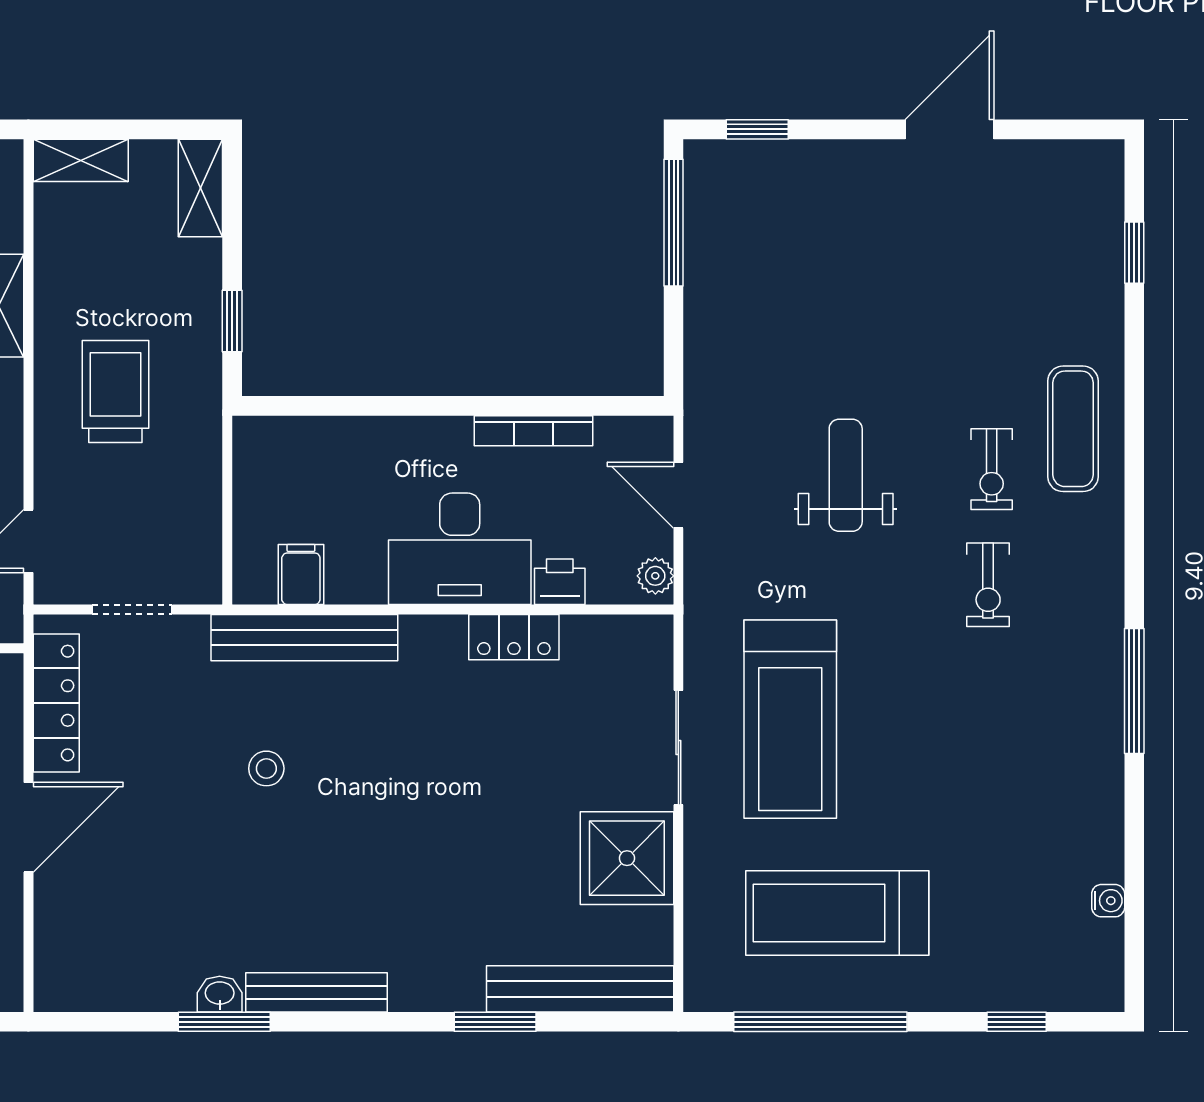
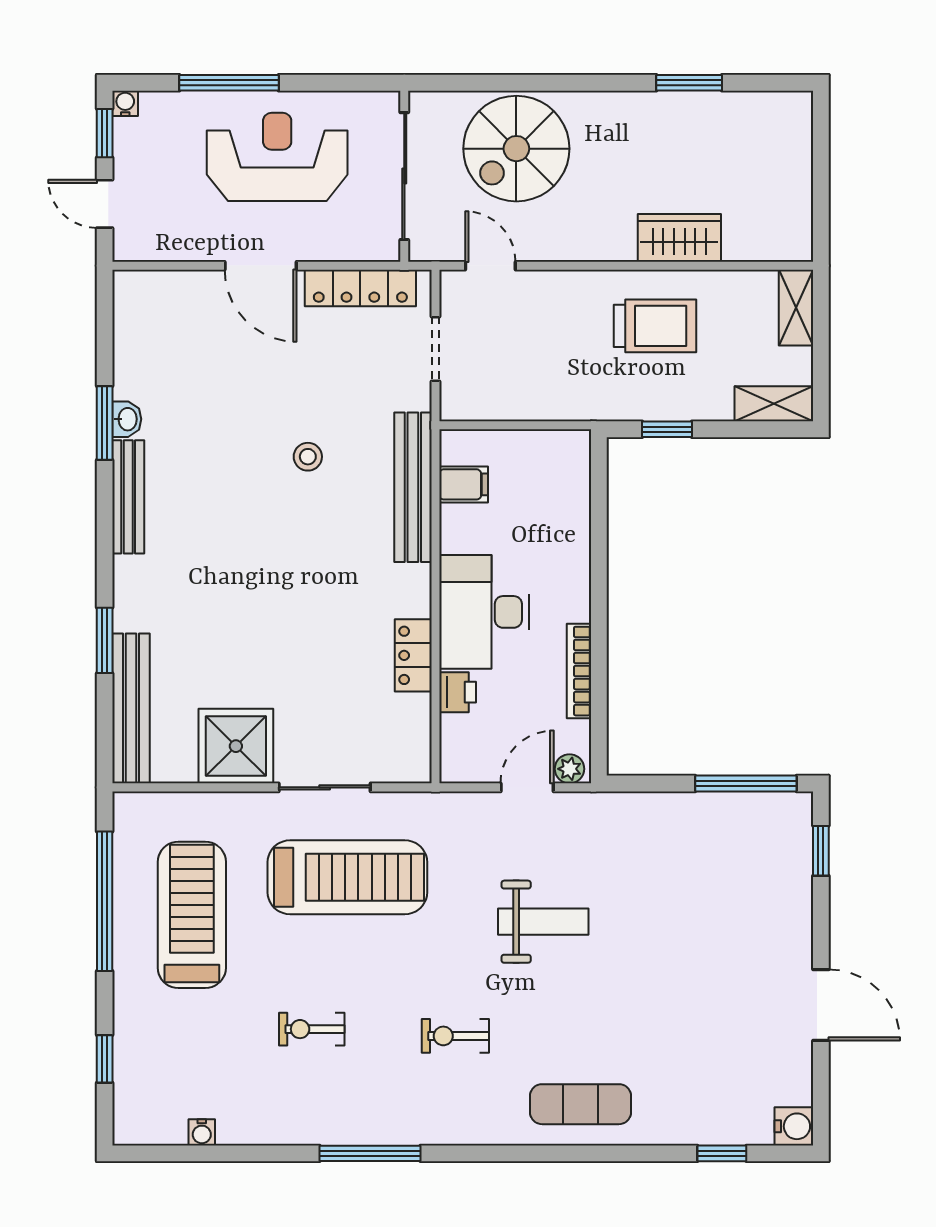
water cooler: (1101, 163) -> (794, 1126), added
trolley: (115, 392) -> (655, 326), moved
exercise bike: (992, 469) -> (312, 1029), moved
plant: (655, 576) -> (570, 769), moved
treadmill: (790, 719) -> (347, 877), turned 180

